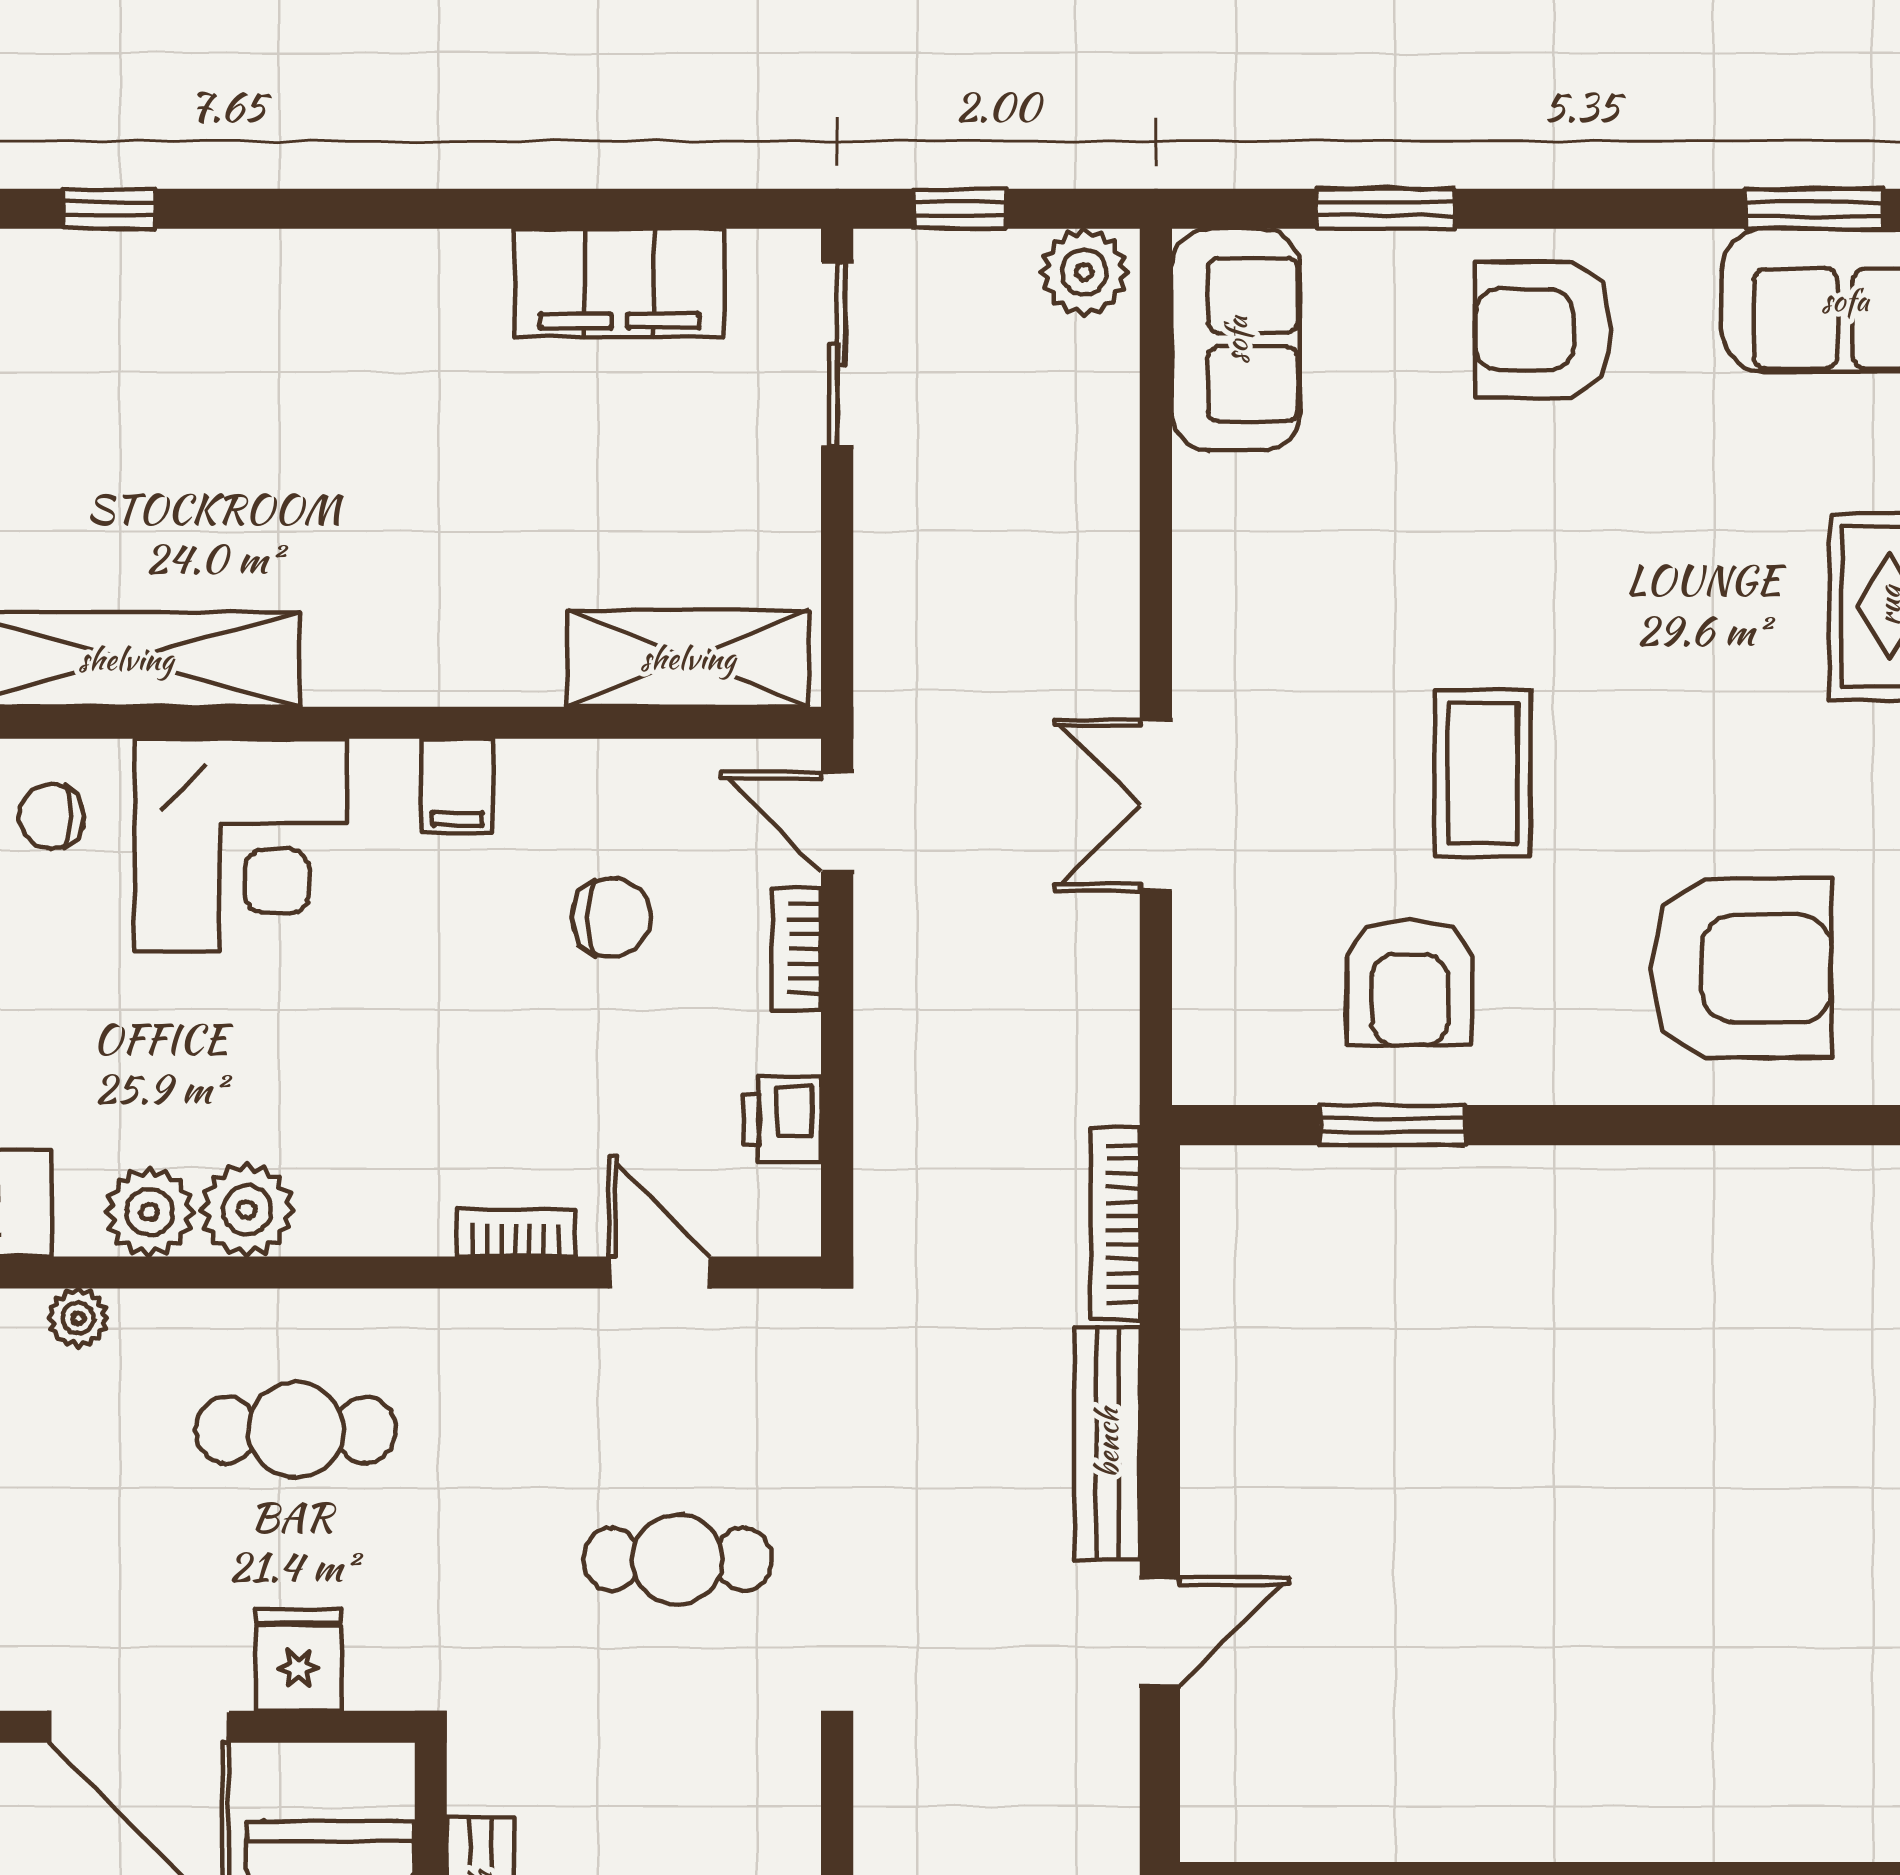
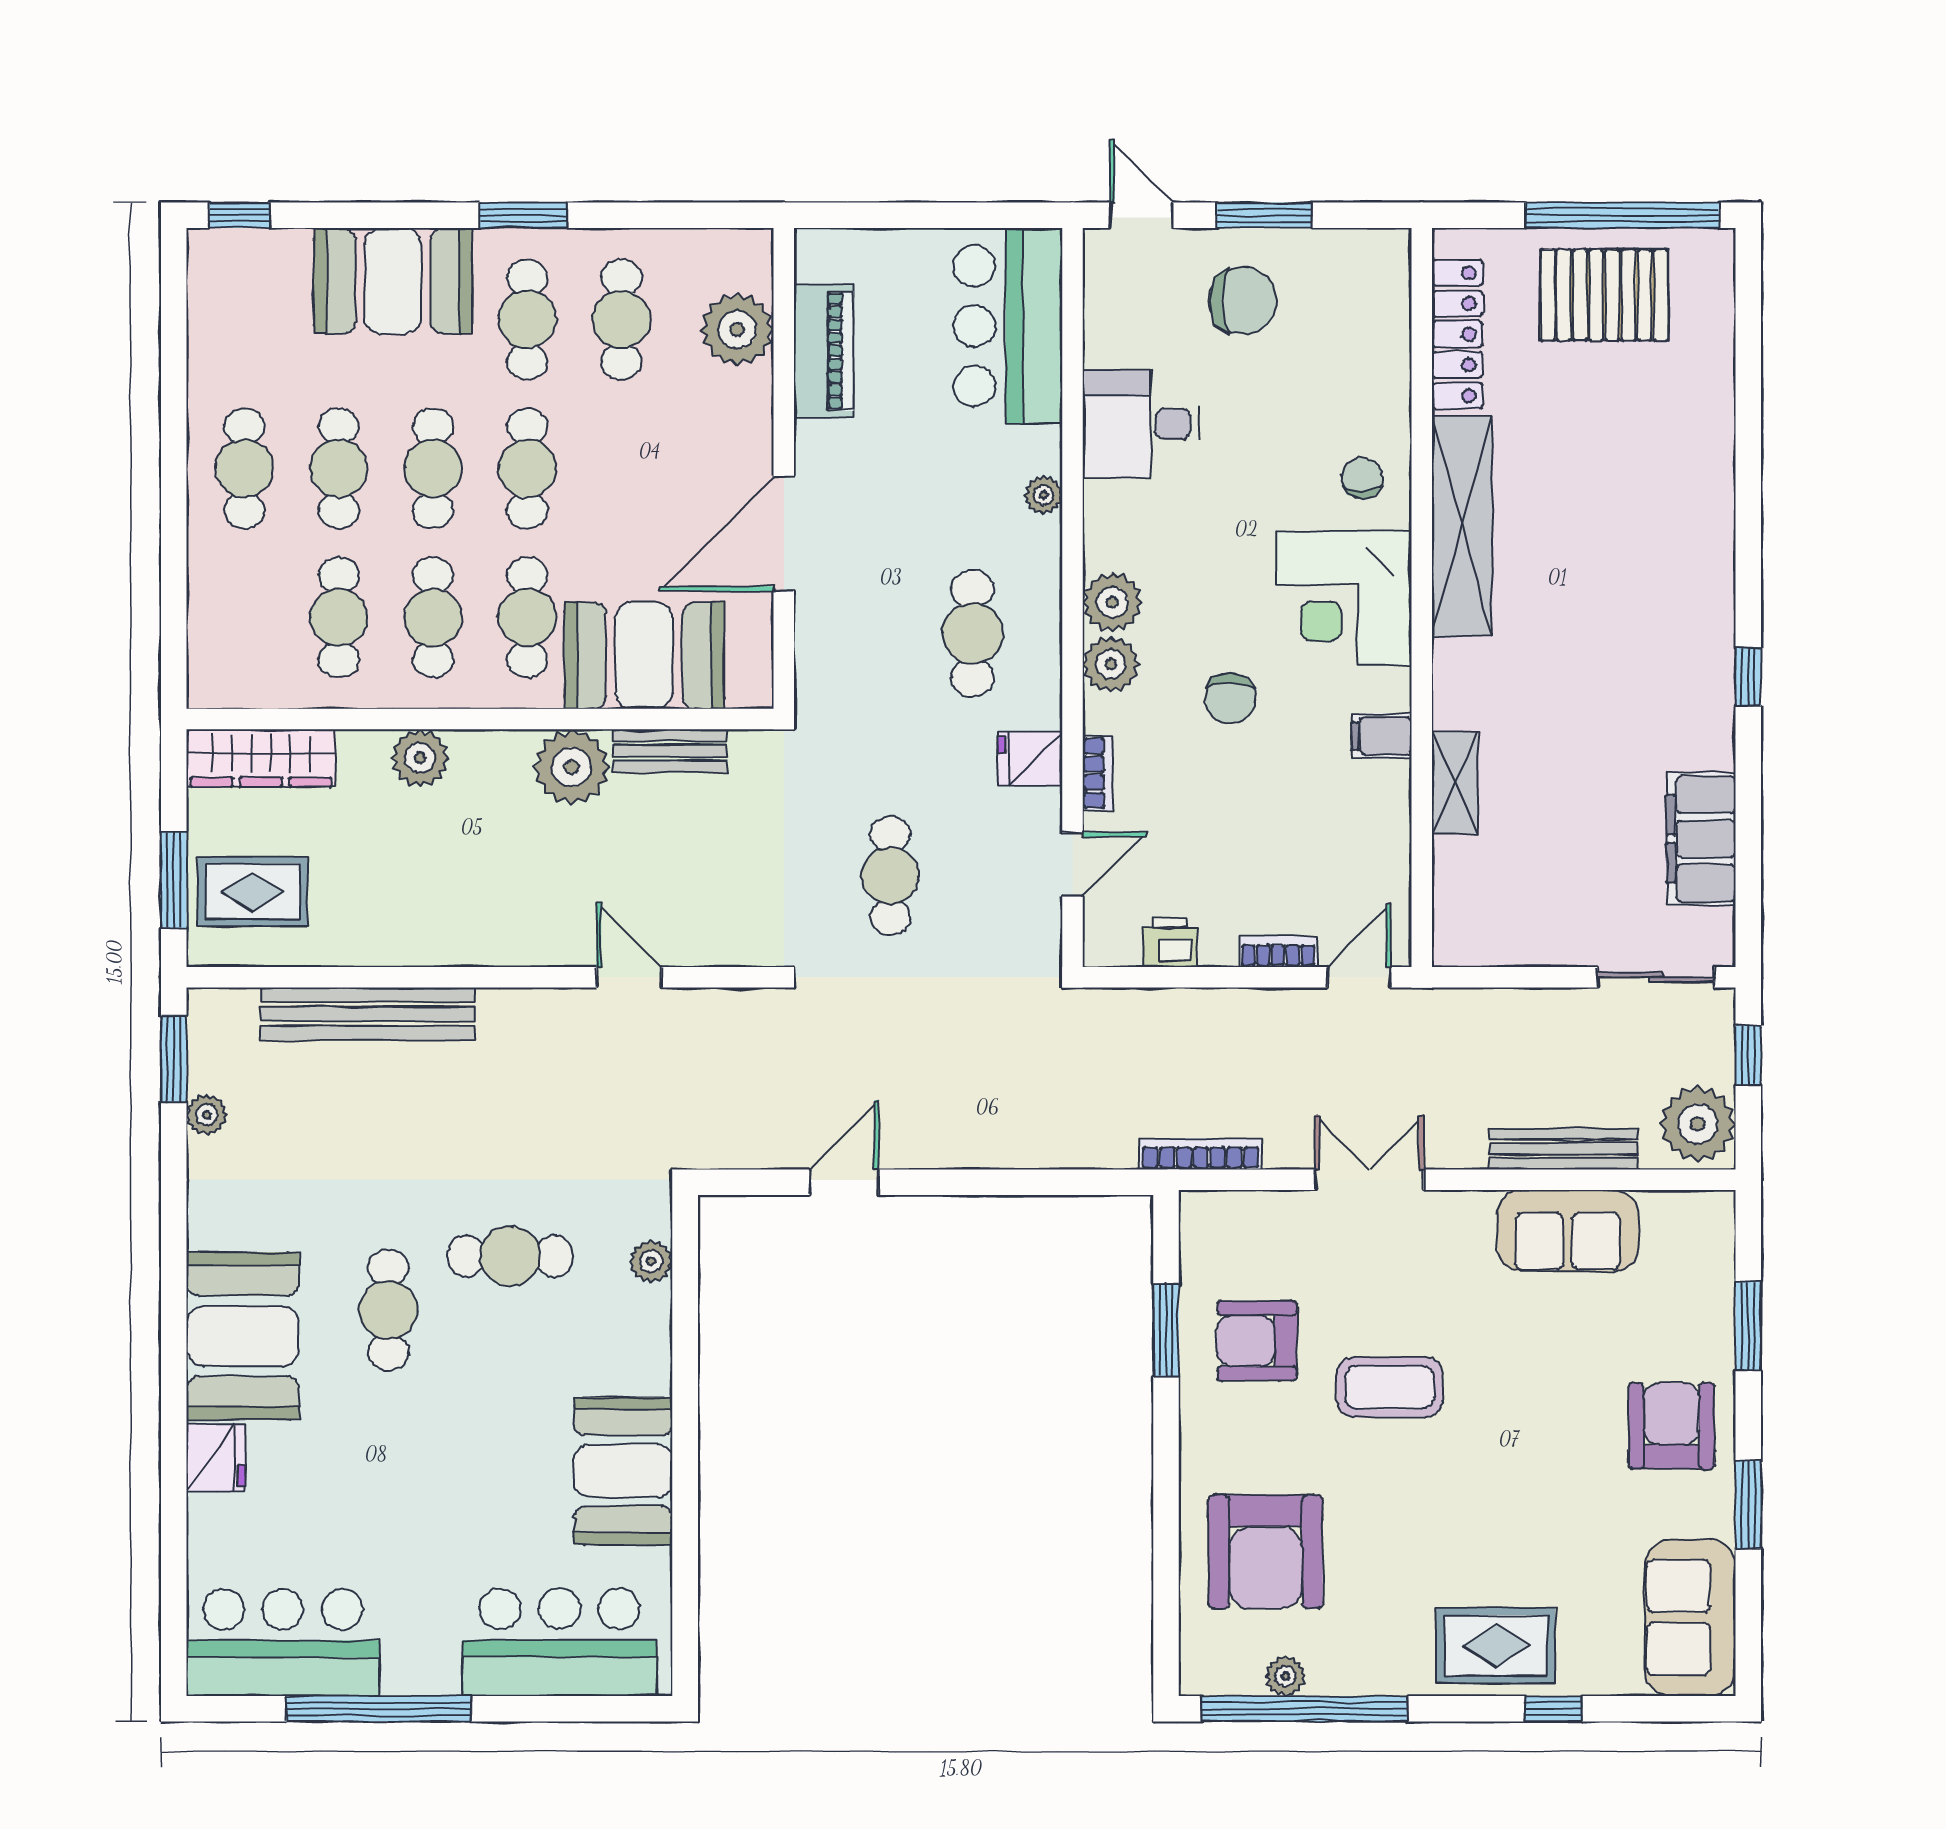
window: (109, 209) -> (1748, 677), moved
window: (1814, 209) -> (1748, 1505), moved
plant: (1084, 272) -> (1698, 1124), width x1.36, depth x1.36
sofa: (1236, 340) -> (1568, 1231), moved
shelving: (688, 658) -> (1455, 783), moved, width x0.67, depth x0.75
chair: (611, 917) -> (1231, 698), moved
plant: (149, 1212) -> (1111, 664), moved
bookcase: (1115, 1224) -> (1201, 1154), moved
bench: (1107, 1443) -> (1564, 1149), moved
door: (1160, 1632) -> (844, 1182), swing flipped
fridge: (299, 1660) -> (1030, 759), moved, turned 180

